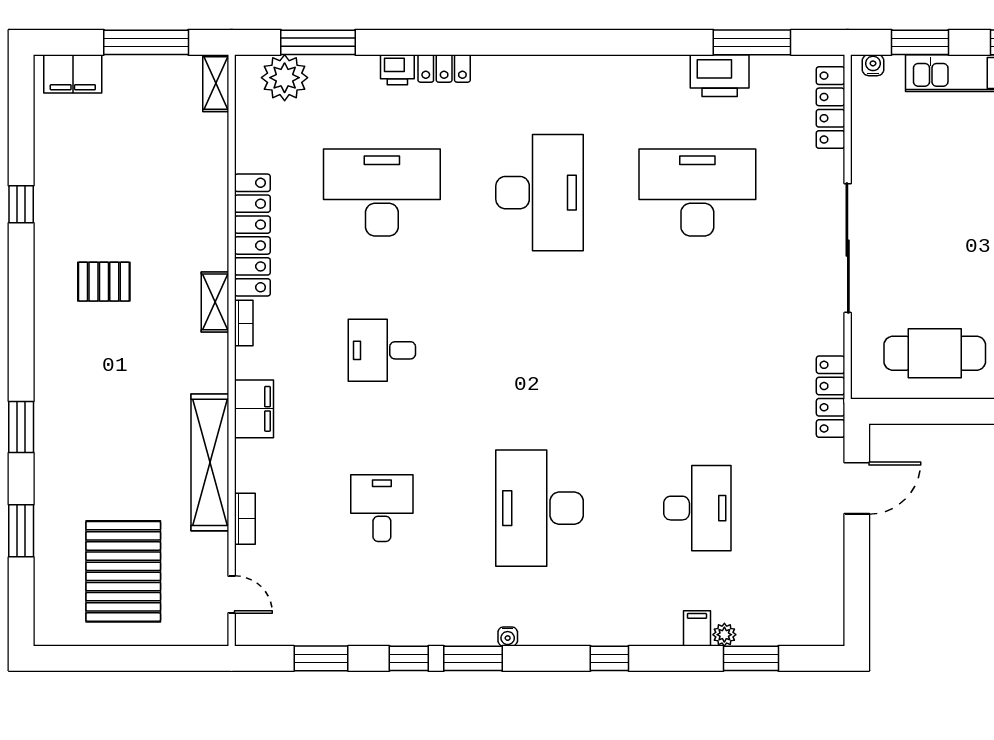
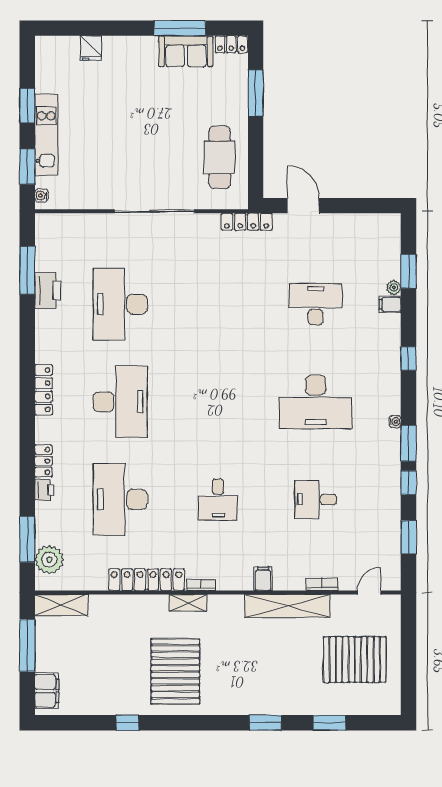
shelving: (216, 83) -> (61, 605), width x1.50, depth x1.33
locker: (830, 108) -> (44, 390), moved, turned -90
desk: (540, 193) -> (120, 402), turned 90
pallet: (104, 282) -> (175, 672), width x2.05, depth x2.00
filing cabinet: (254, 409) -> (263, 579), width x0.50

